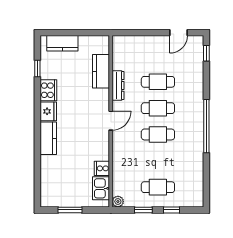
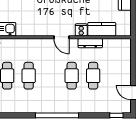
cafe table: (158, 134) -> (29, 76), moved
cooker: (102, 168) -> (81, 30), moved

